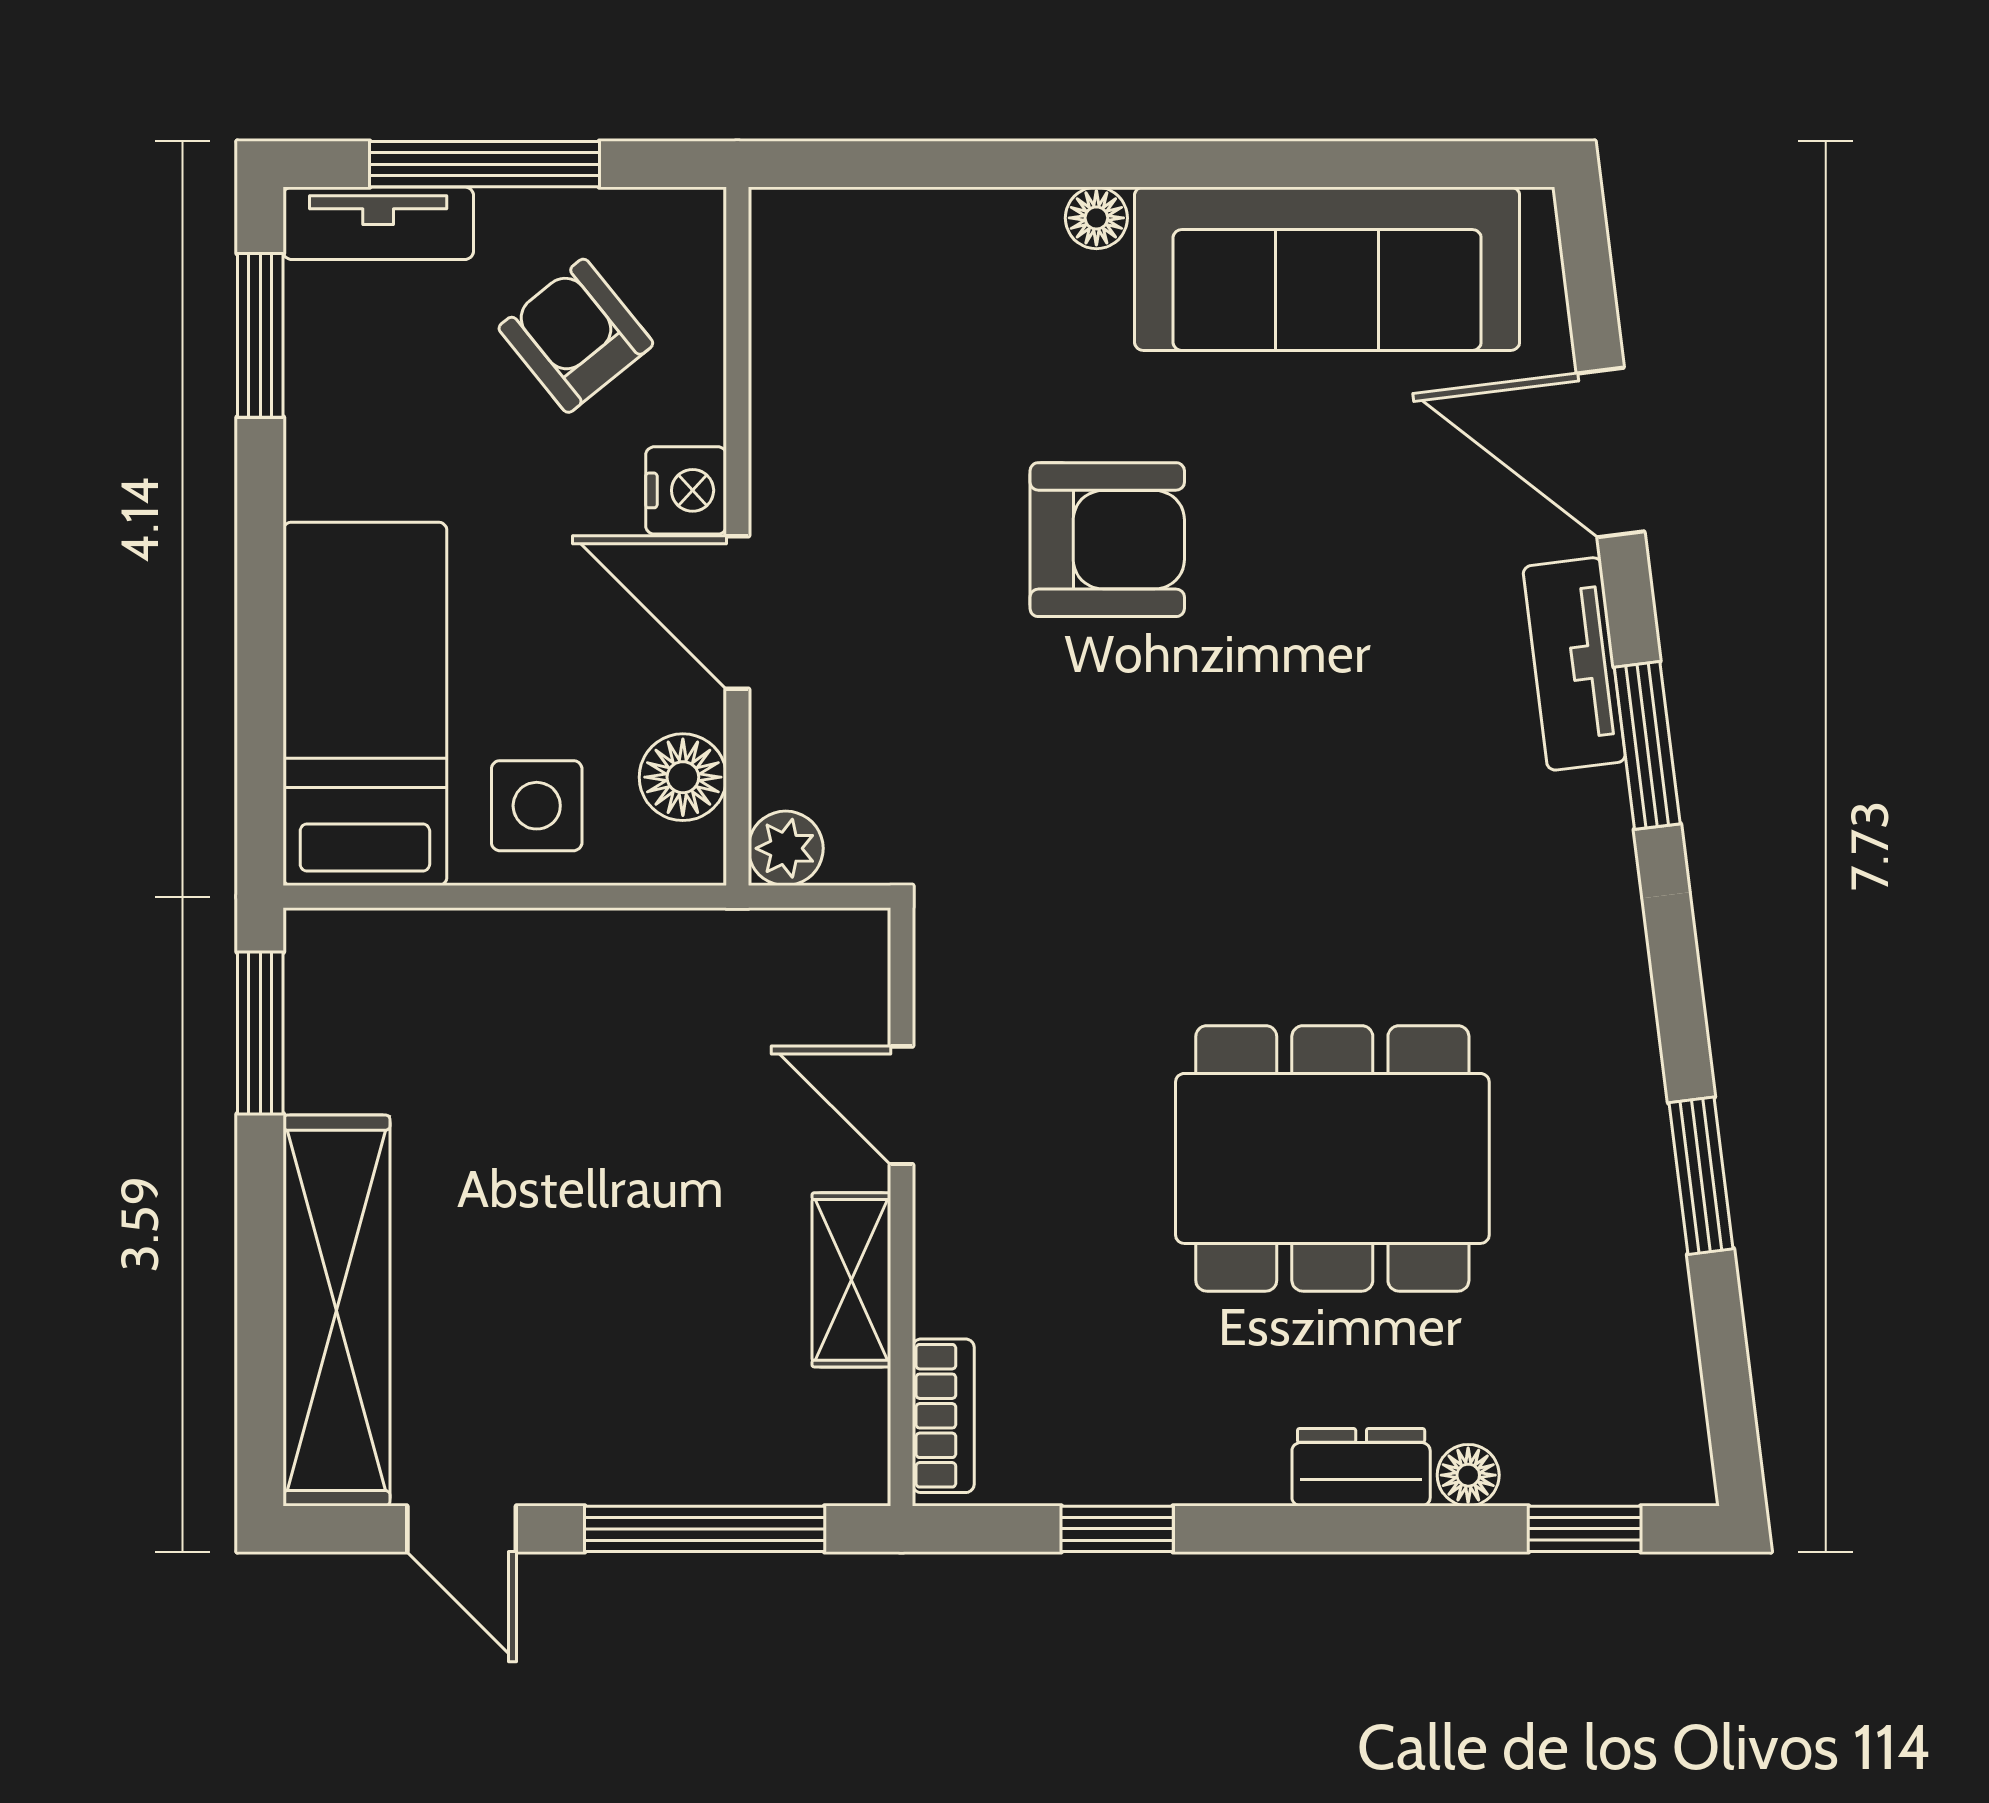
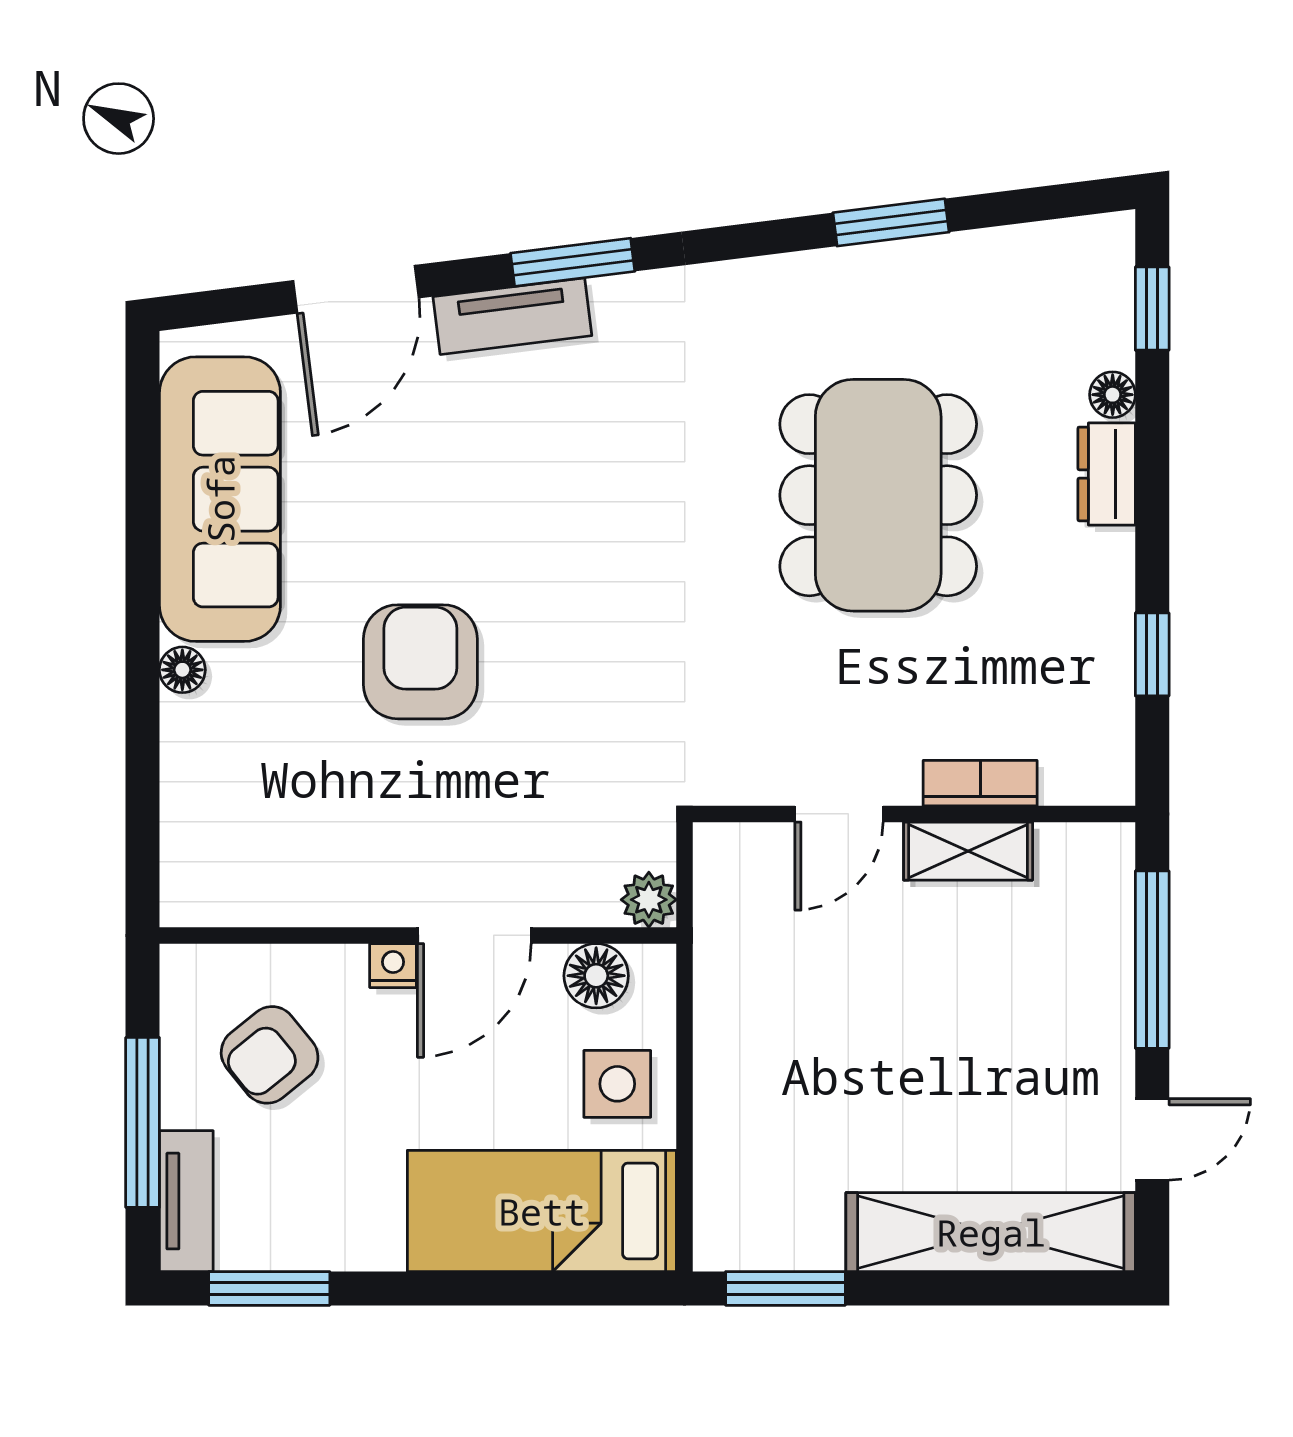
nightstand: (686, 490) -> (393, 966), width x0.72, depth x0.74
bookcase: (943, 1416) -> (980, 783), moved

